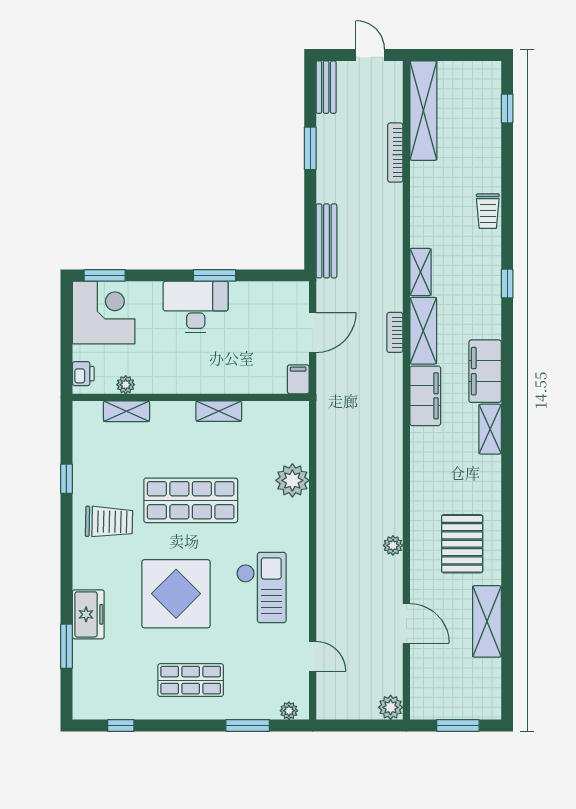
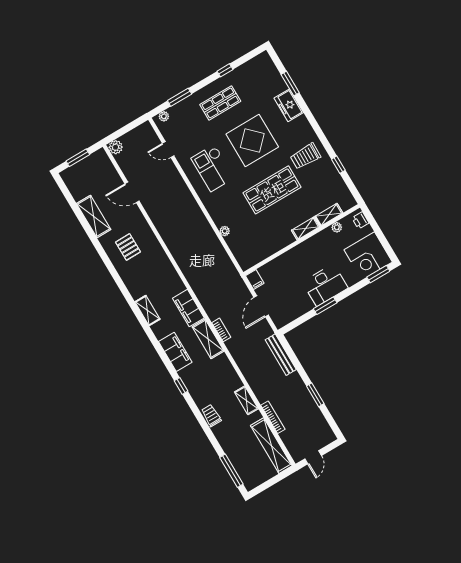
door: (370, 55) -> (313, 457), hinge flipped
bench: (326, 87) -> (325, 429), removed
window: (507, 108) -> (231, 471), width x2.17
shelving: (420, 272) -> (246, 400), moved
filing cabinet: (485, 371) -> (175, 352), moved
shelving: (219, 411) -> (306, 228), moved
plant: (292, 480) -> (225, 231), width x0.53, depth x0.53
pallet: (462, 544) -> (128, 247), width x0.67, depth x0.71
plant: (393, 545) -> (161, 226), removed
window: (121, 725) -> (225, 70), moved

